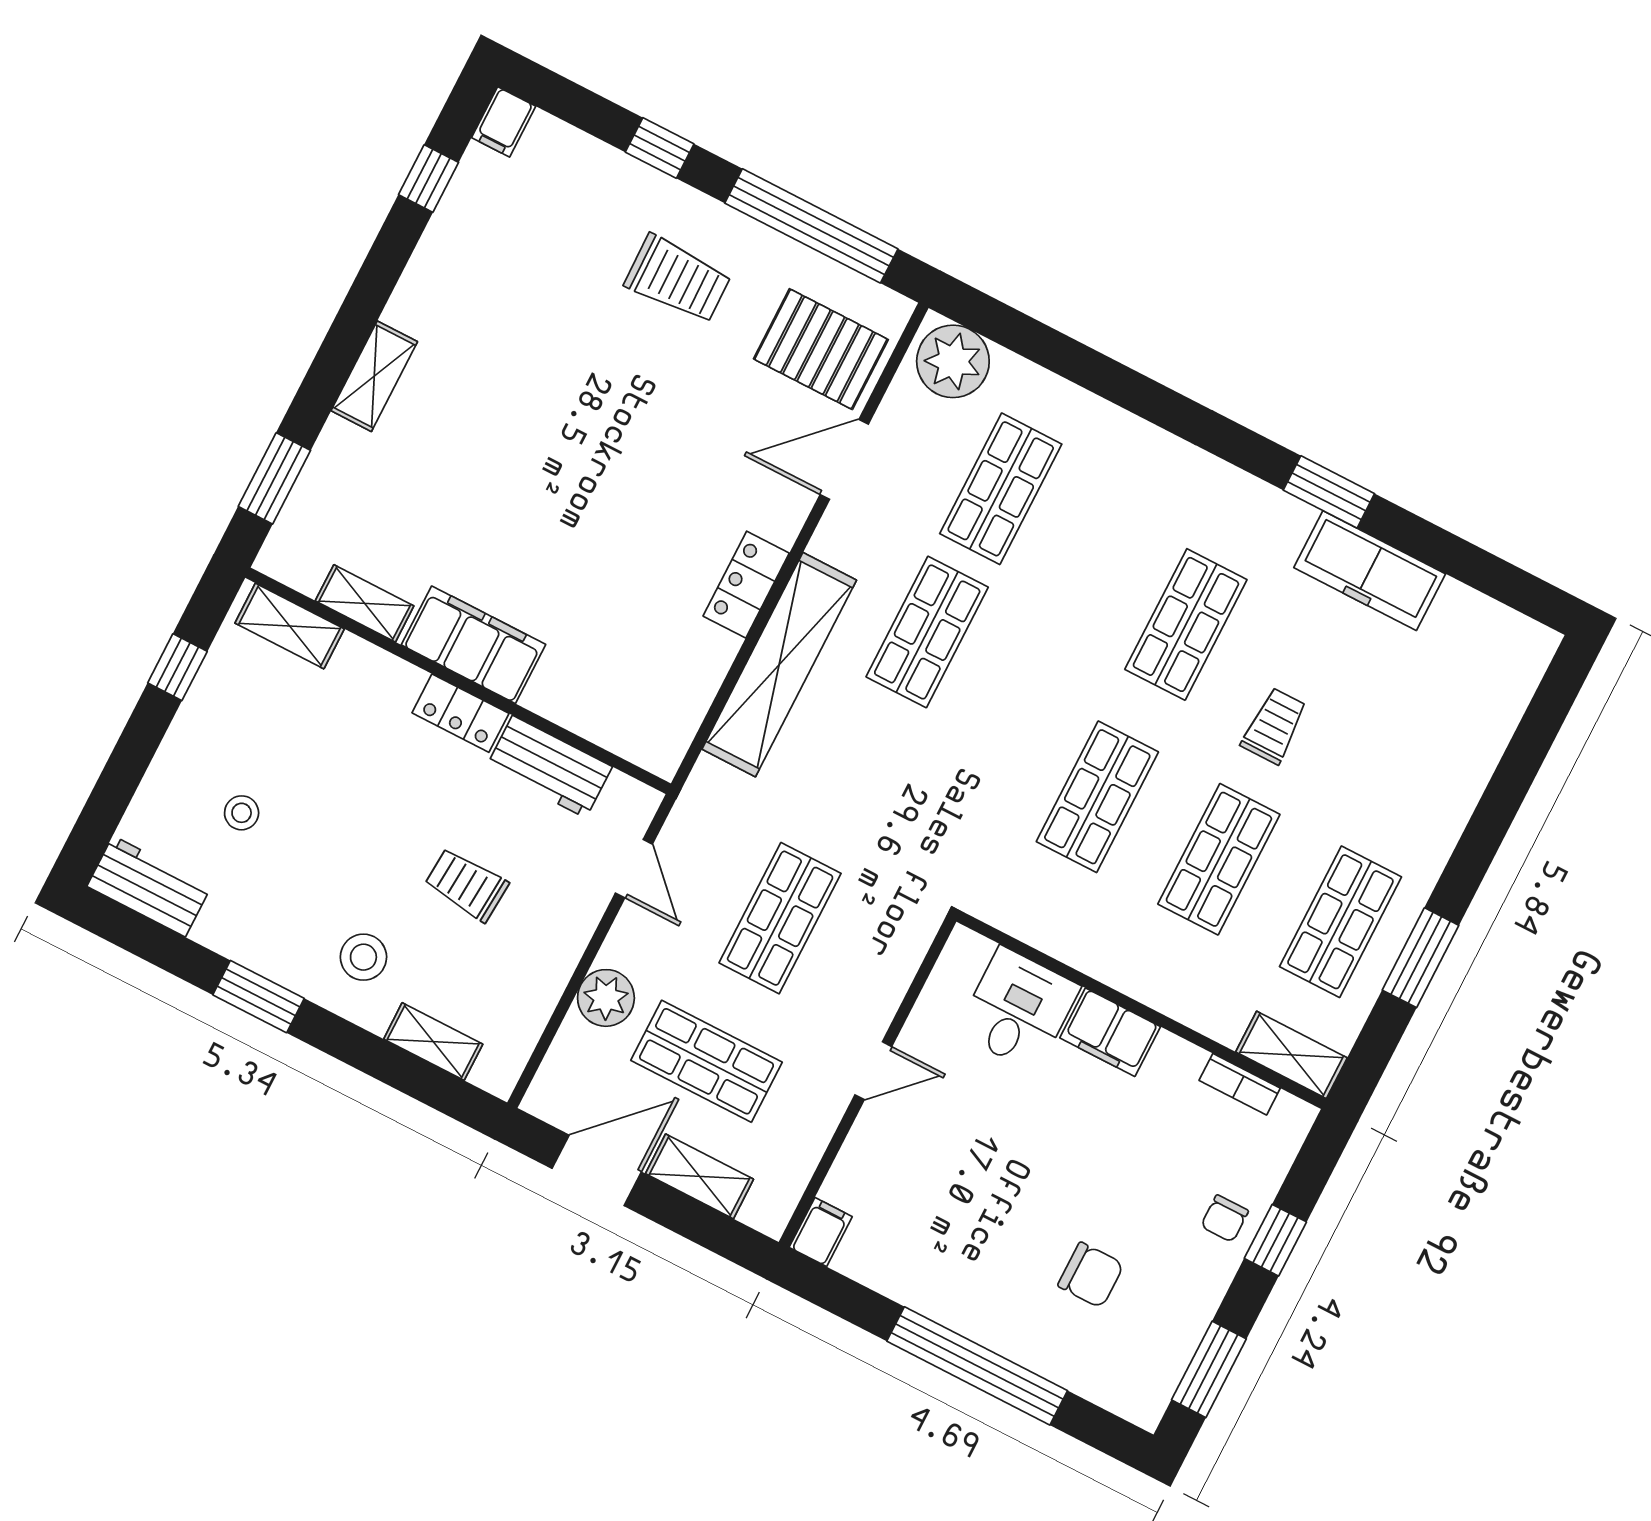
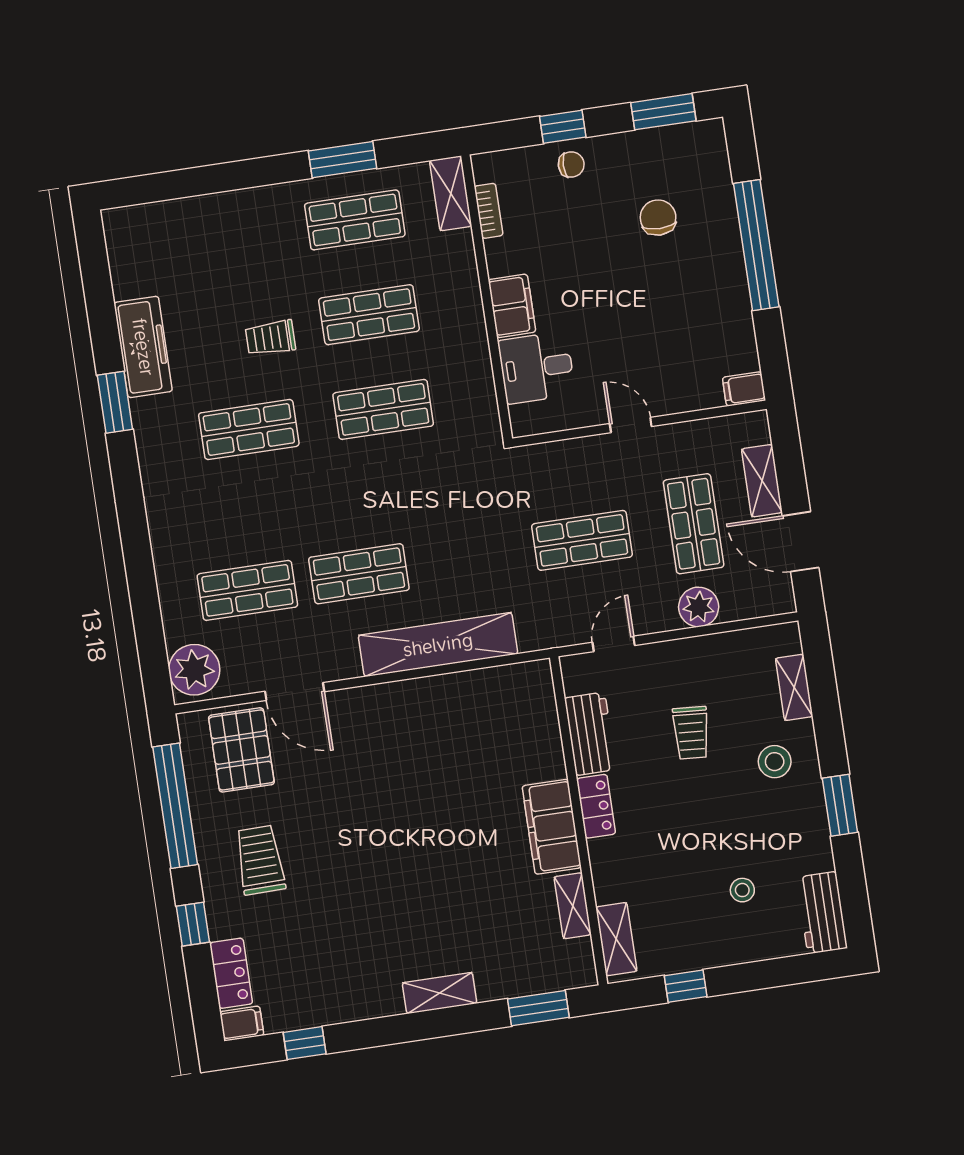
locker: (746, 585) -> (231, 973), moved, turned -90

